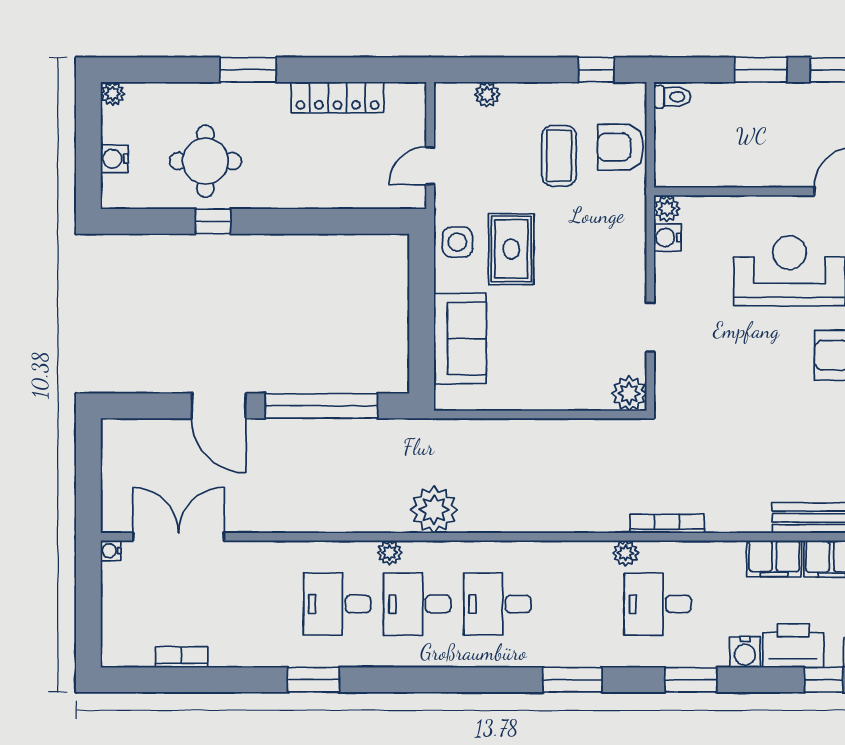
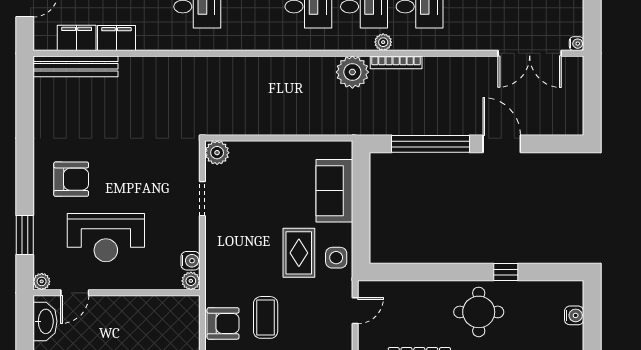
round table: (205, 161) -> (479, 312), moved
bookcase: (667, 524) -> (396, 62), moved
plant: (626, 553) -> (220, 42), removed

